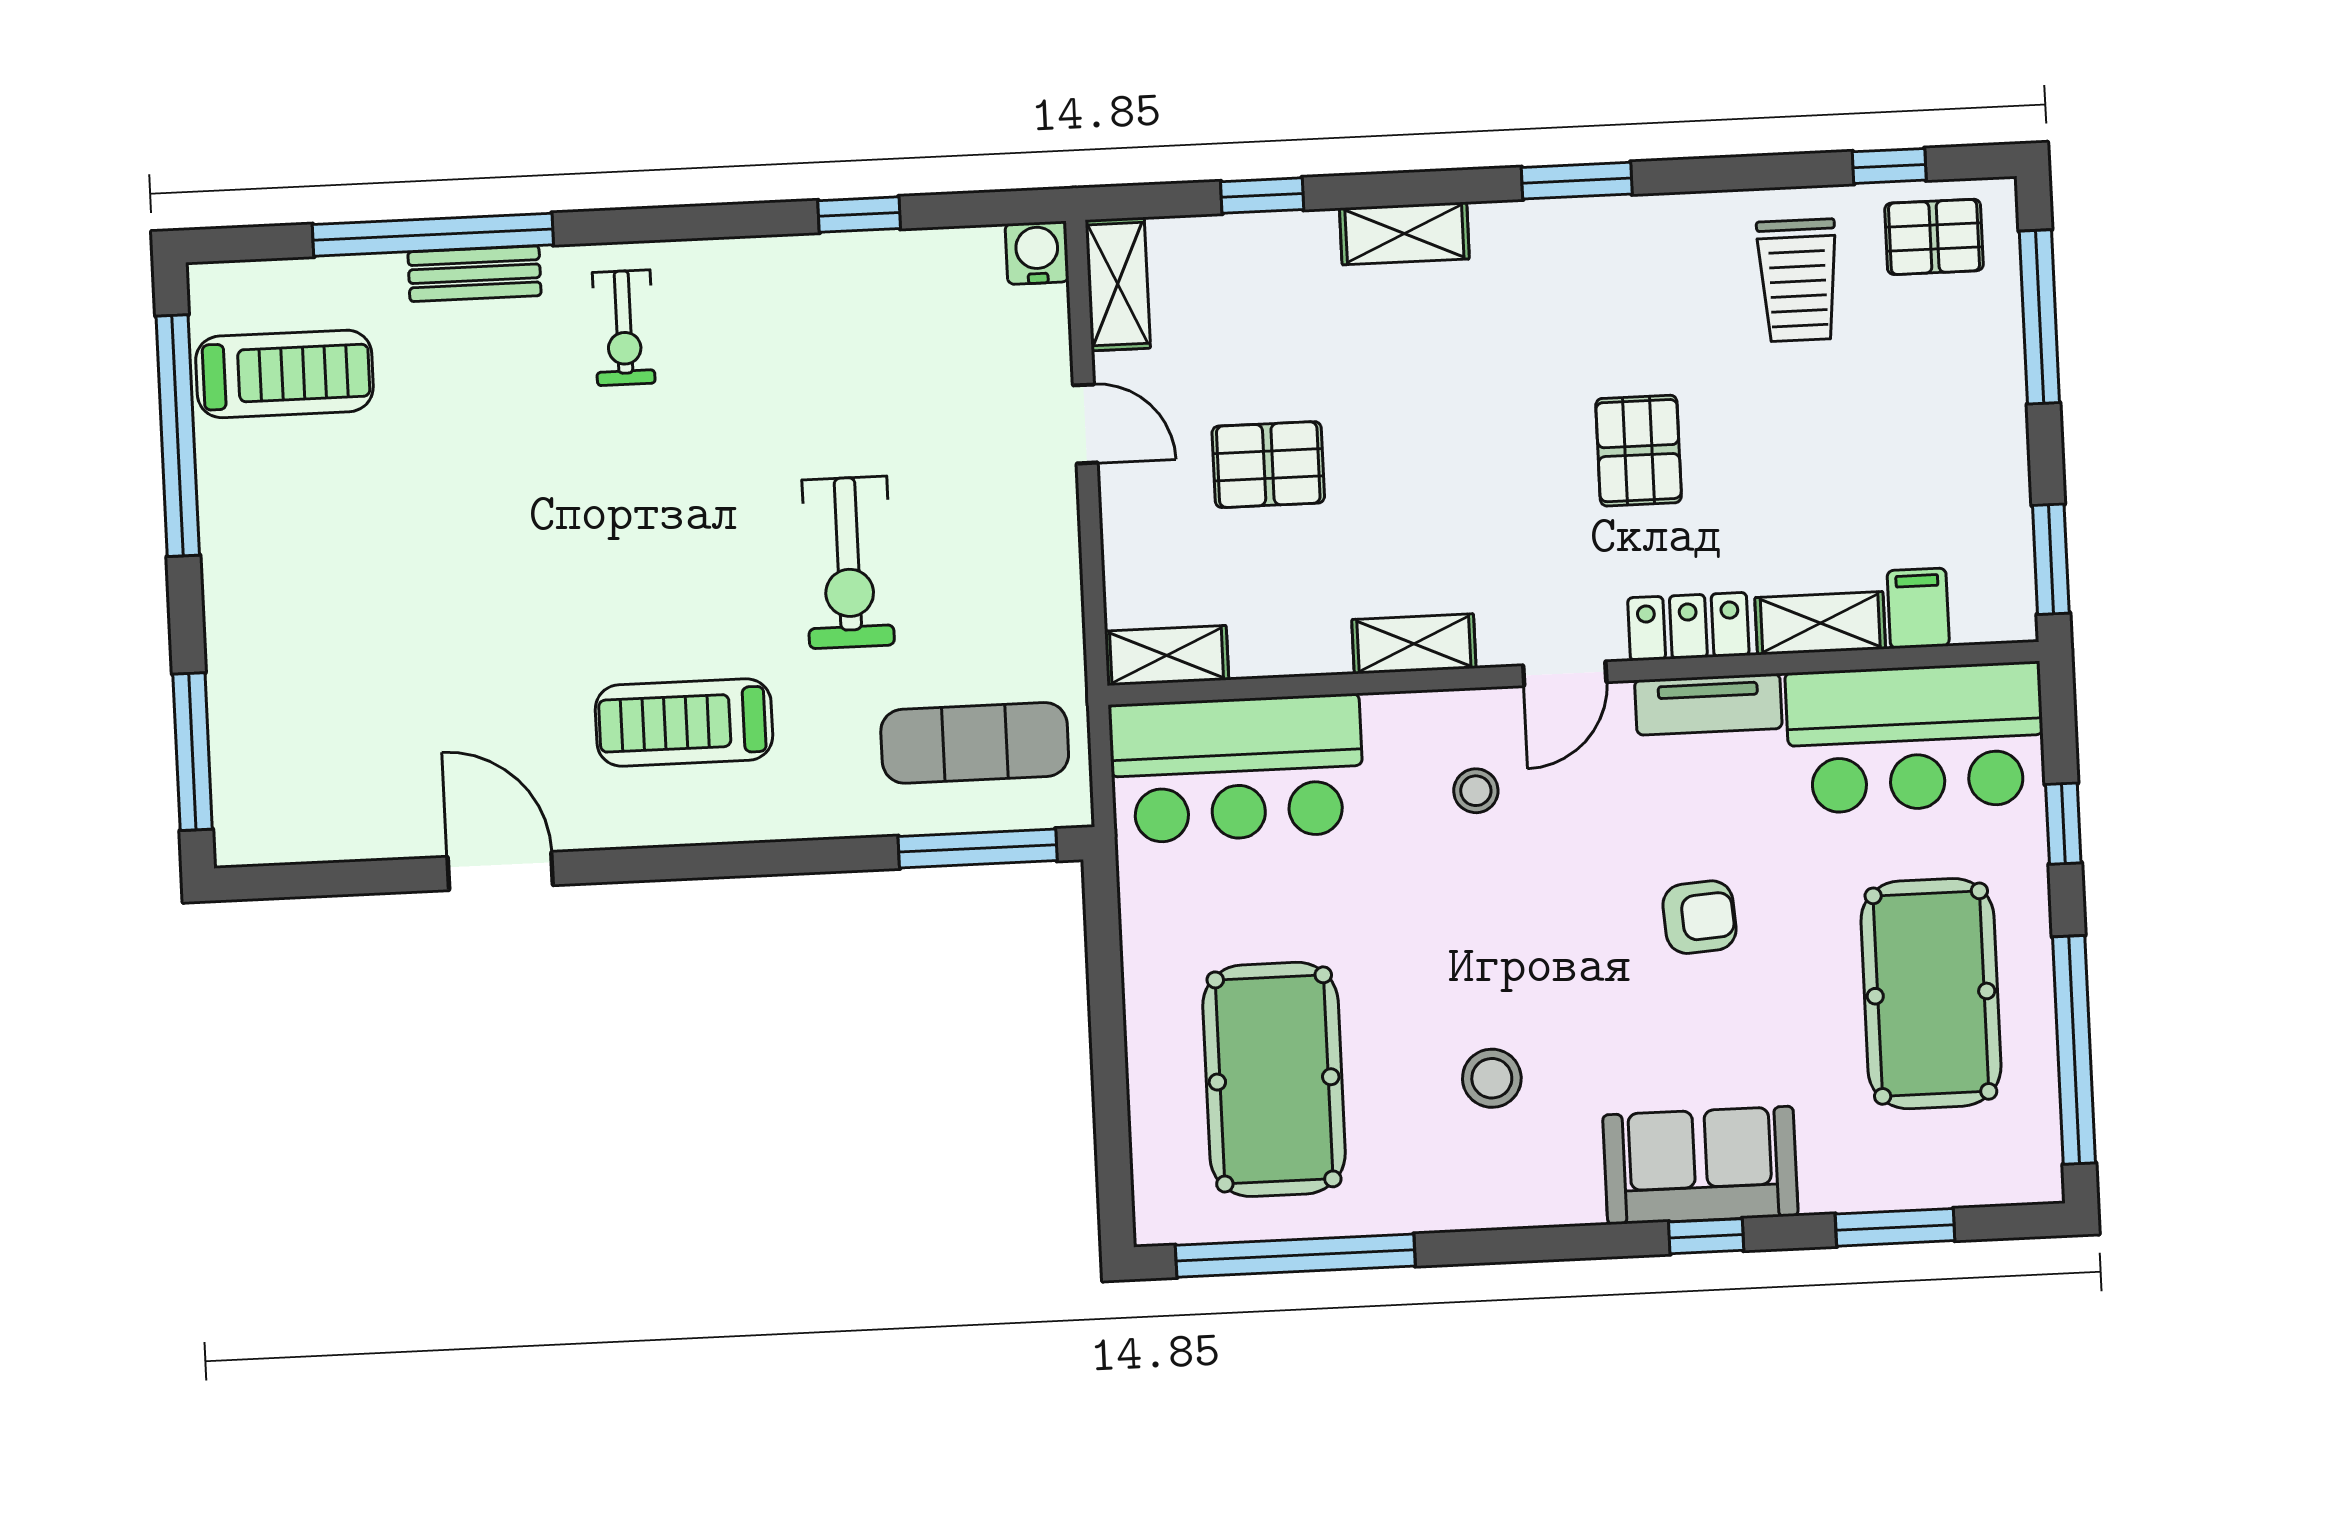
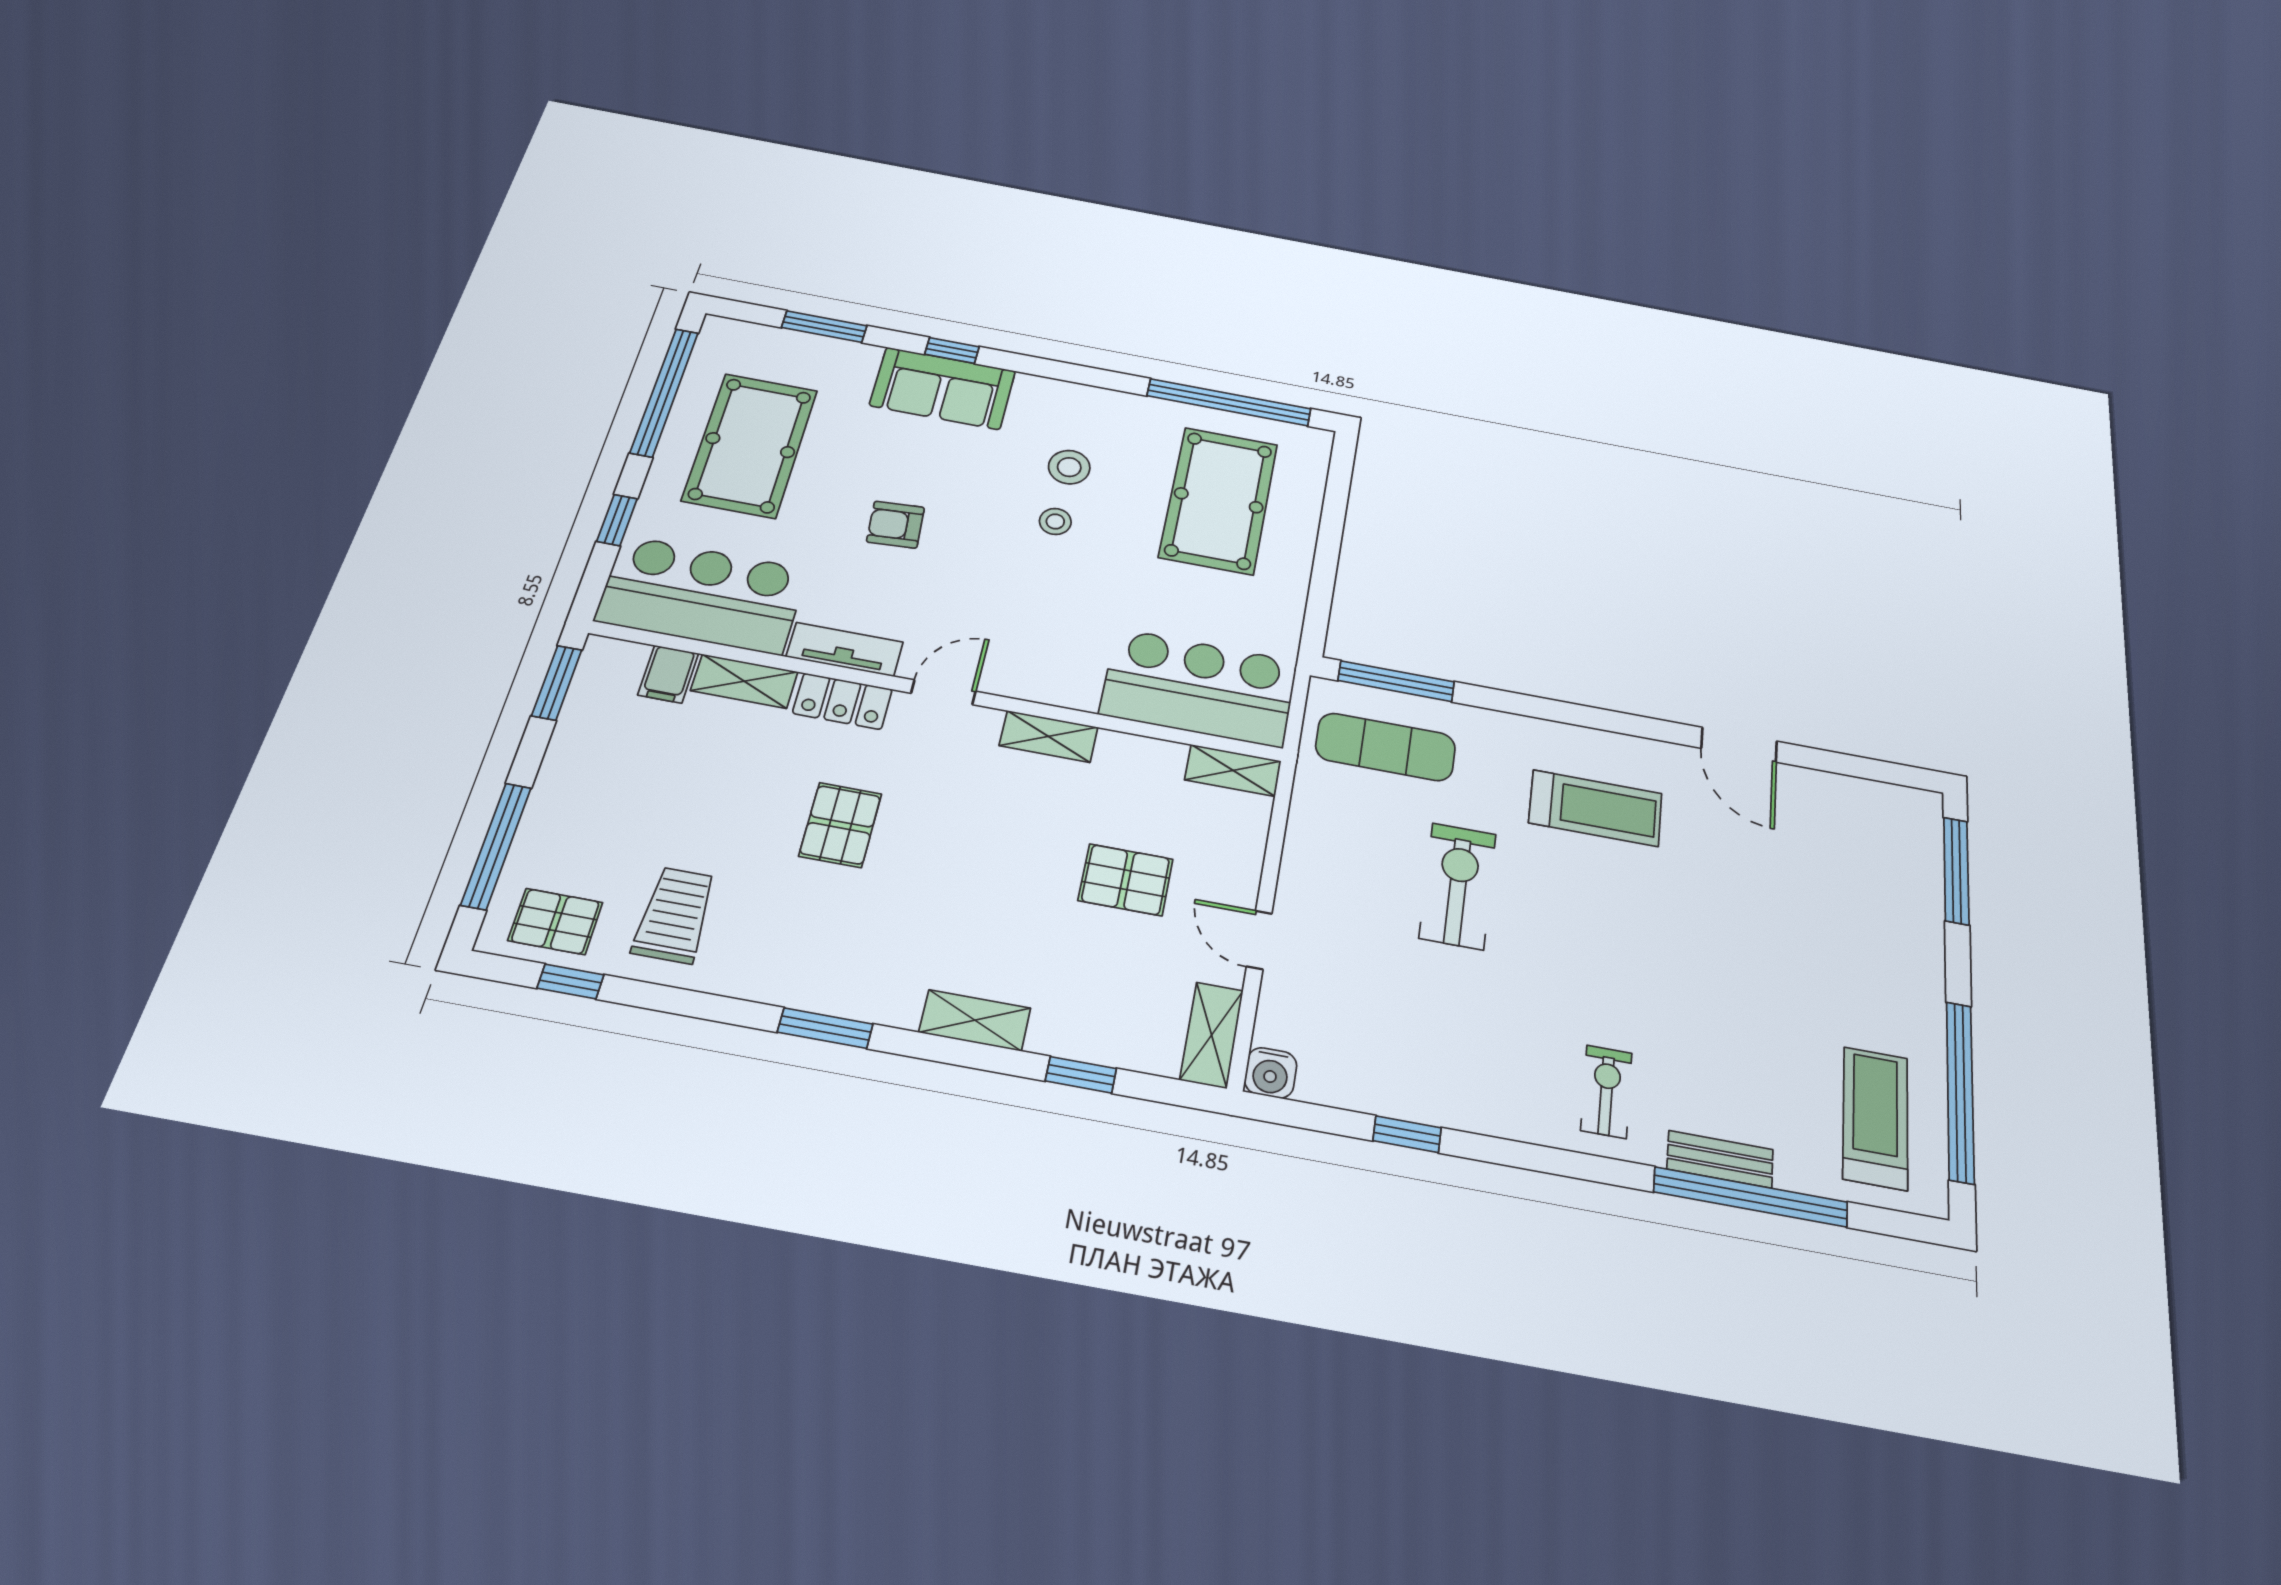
treadmill: (284, 374) -> (1875, 1118), turned 90
stool: (1476, 791) -> (1055, 521), moved

